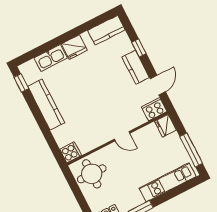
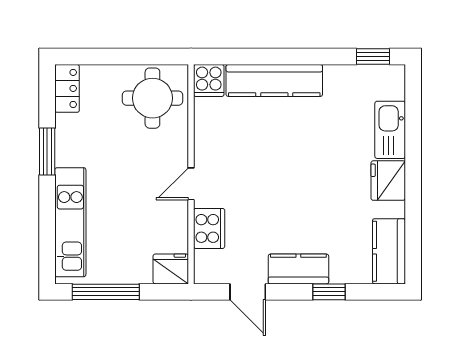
kitchen counter: (46, 105) -> (274, 80), moved
cooker: (154, 109) -> (209, 228), moved

